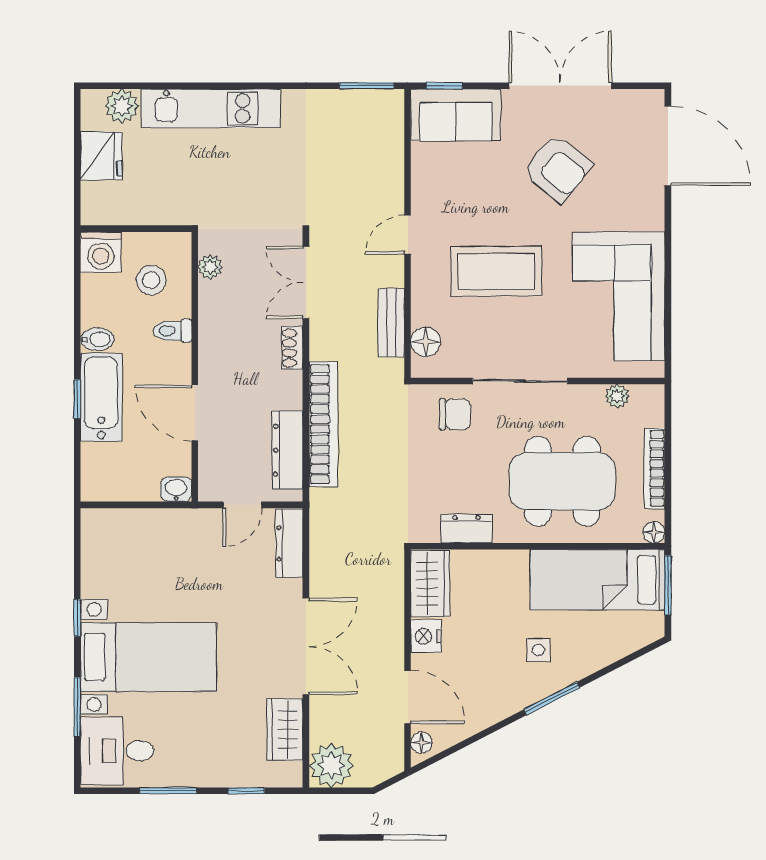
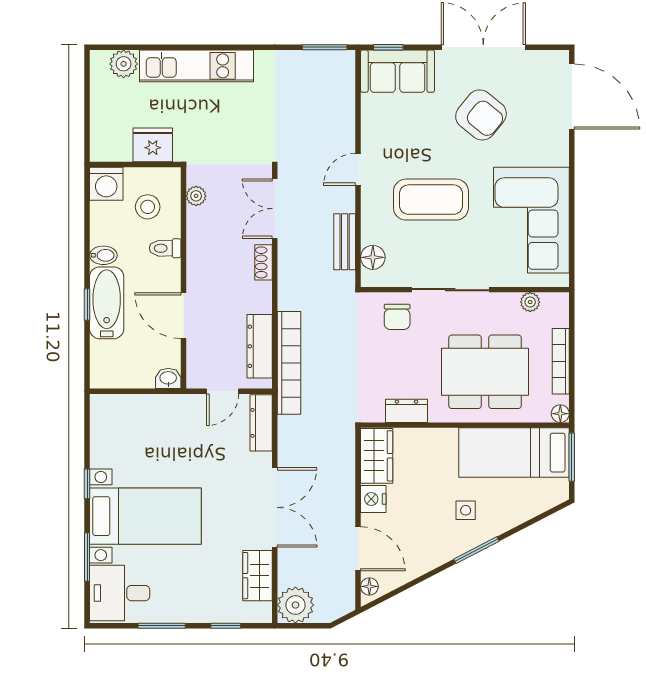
fridge: (101, 156) -> (153, 145), moved, turned -90
chair: (455, 414) -> (397, 317), turned 90
bookcase: (323, 424) -> (289, 363), moved

